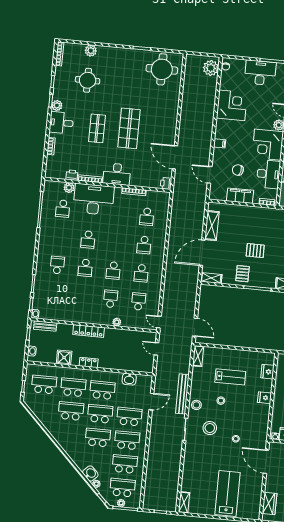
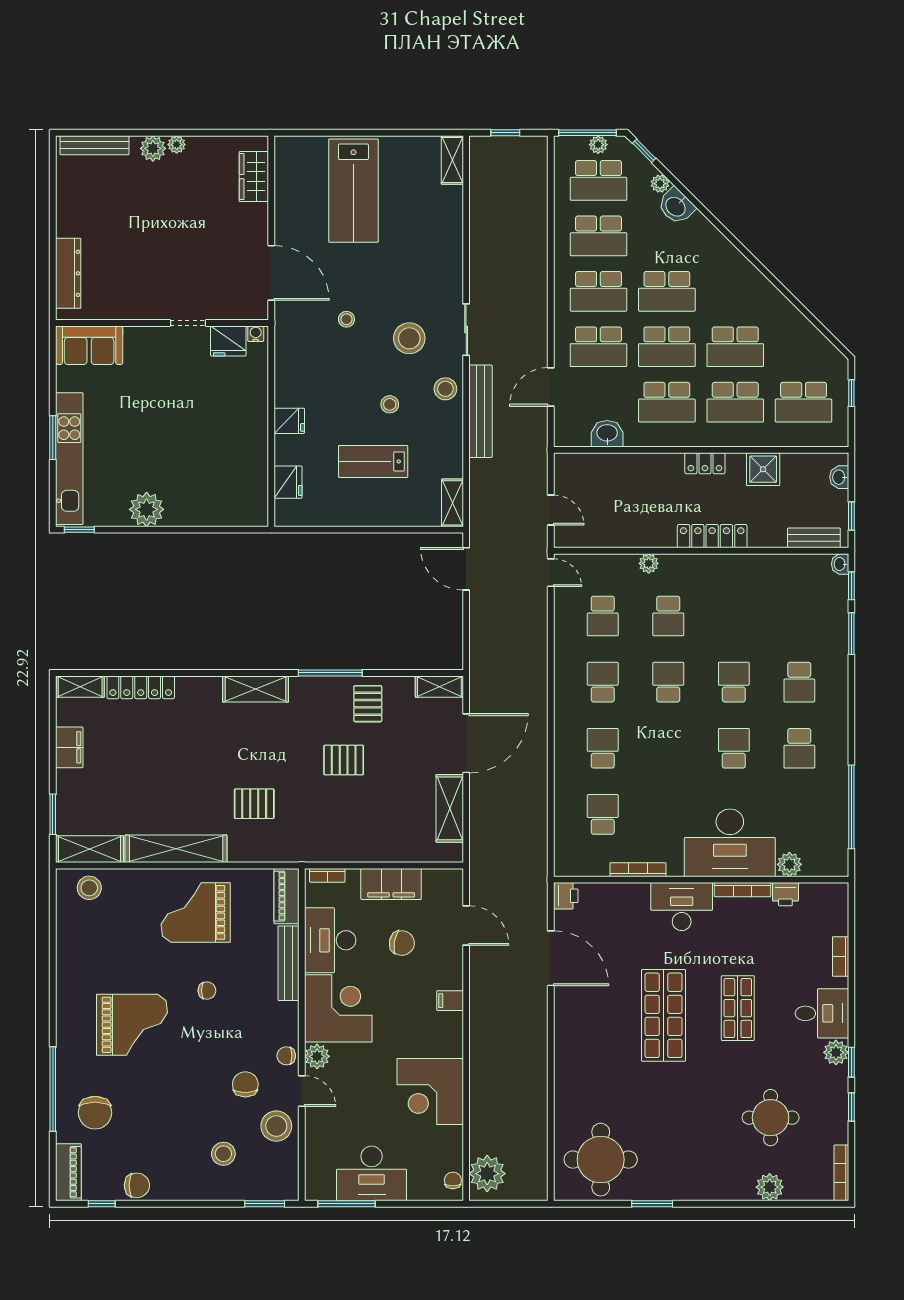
school desk: (63, 209) -> (799, 748), moved, turned 180

